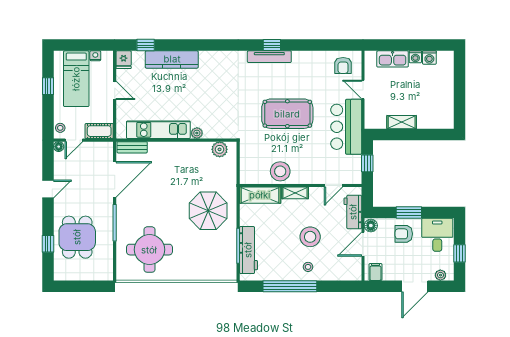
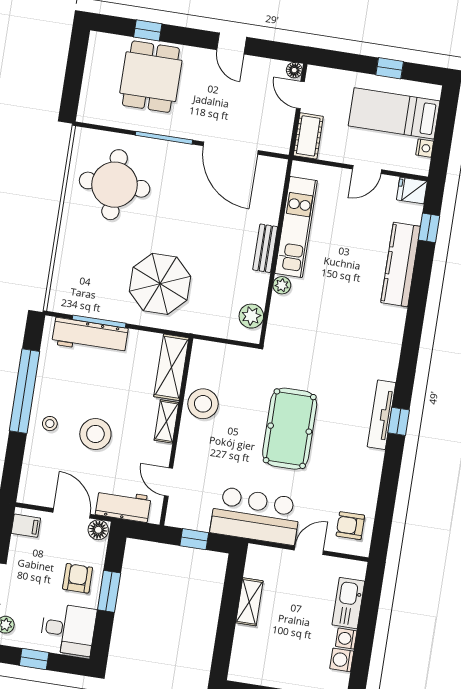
stool: (60, 128) -> (323, 77), removed
bench: (132, 147) -> (265, 248), moved
dining table: (77, 237) -> (151, 77), turned 90

